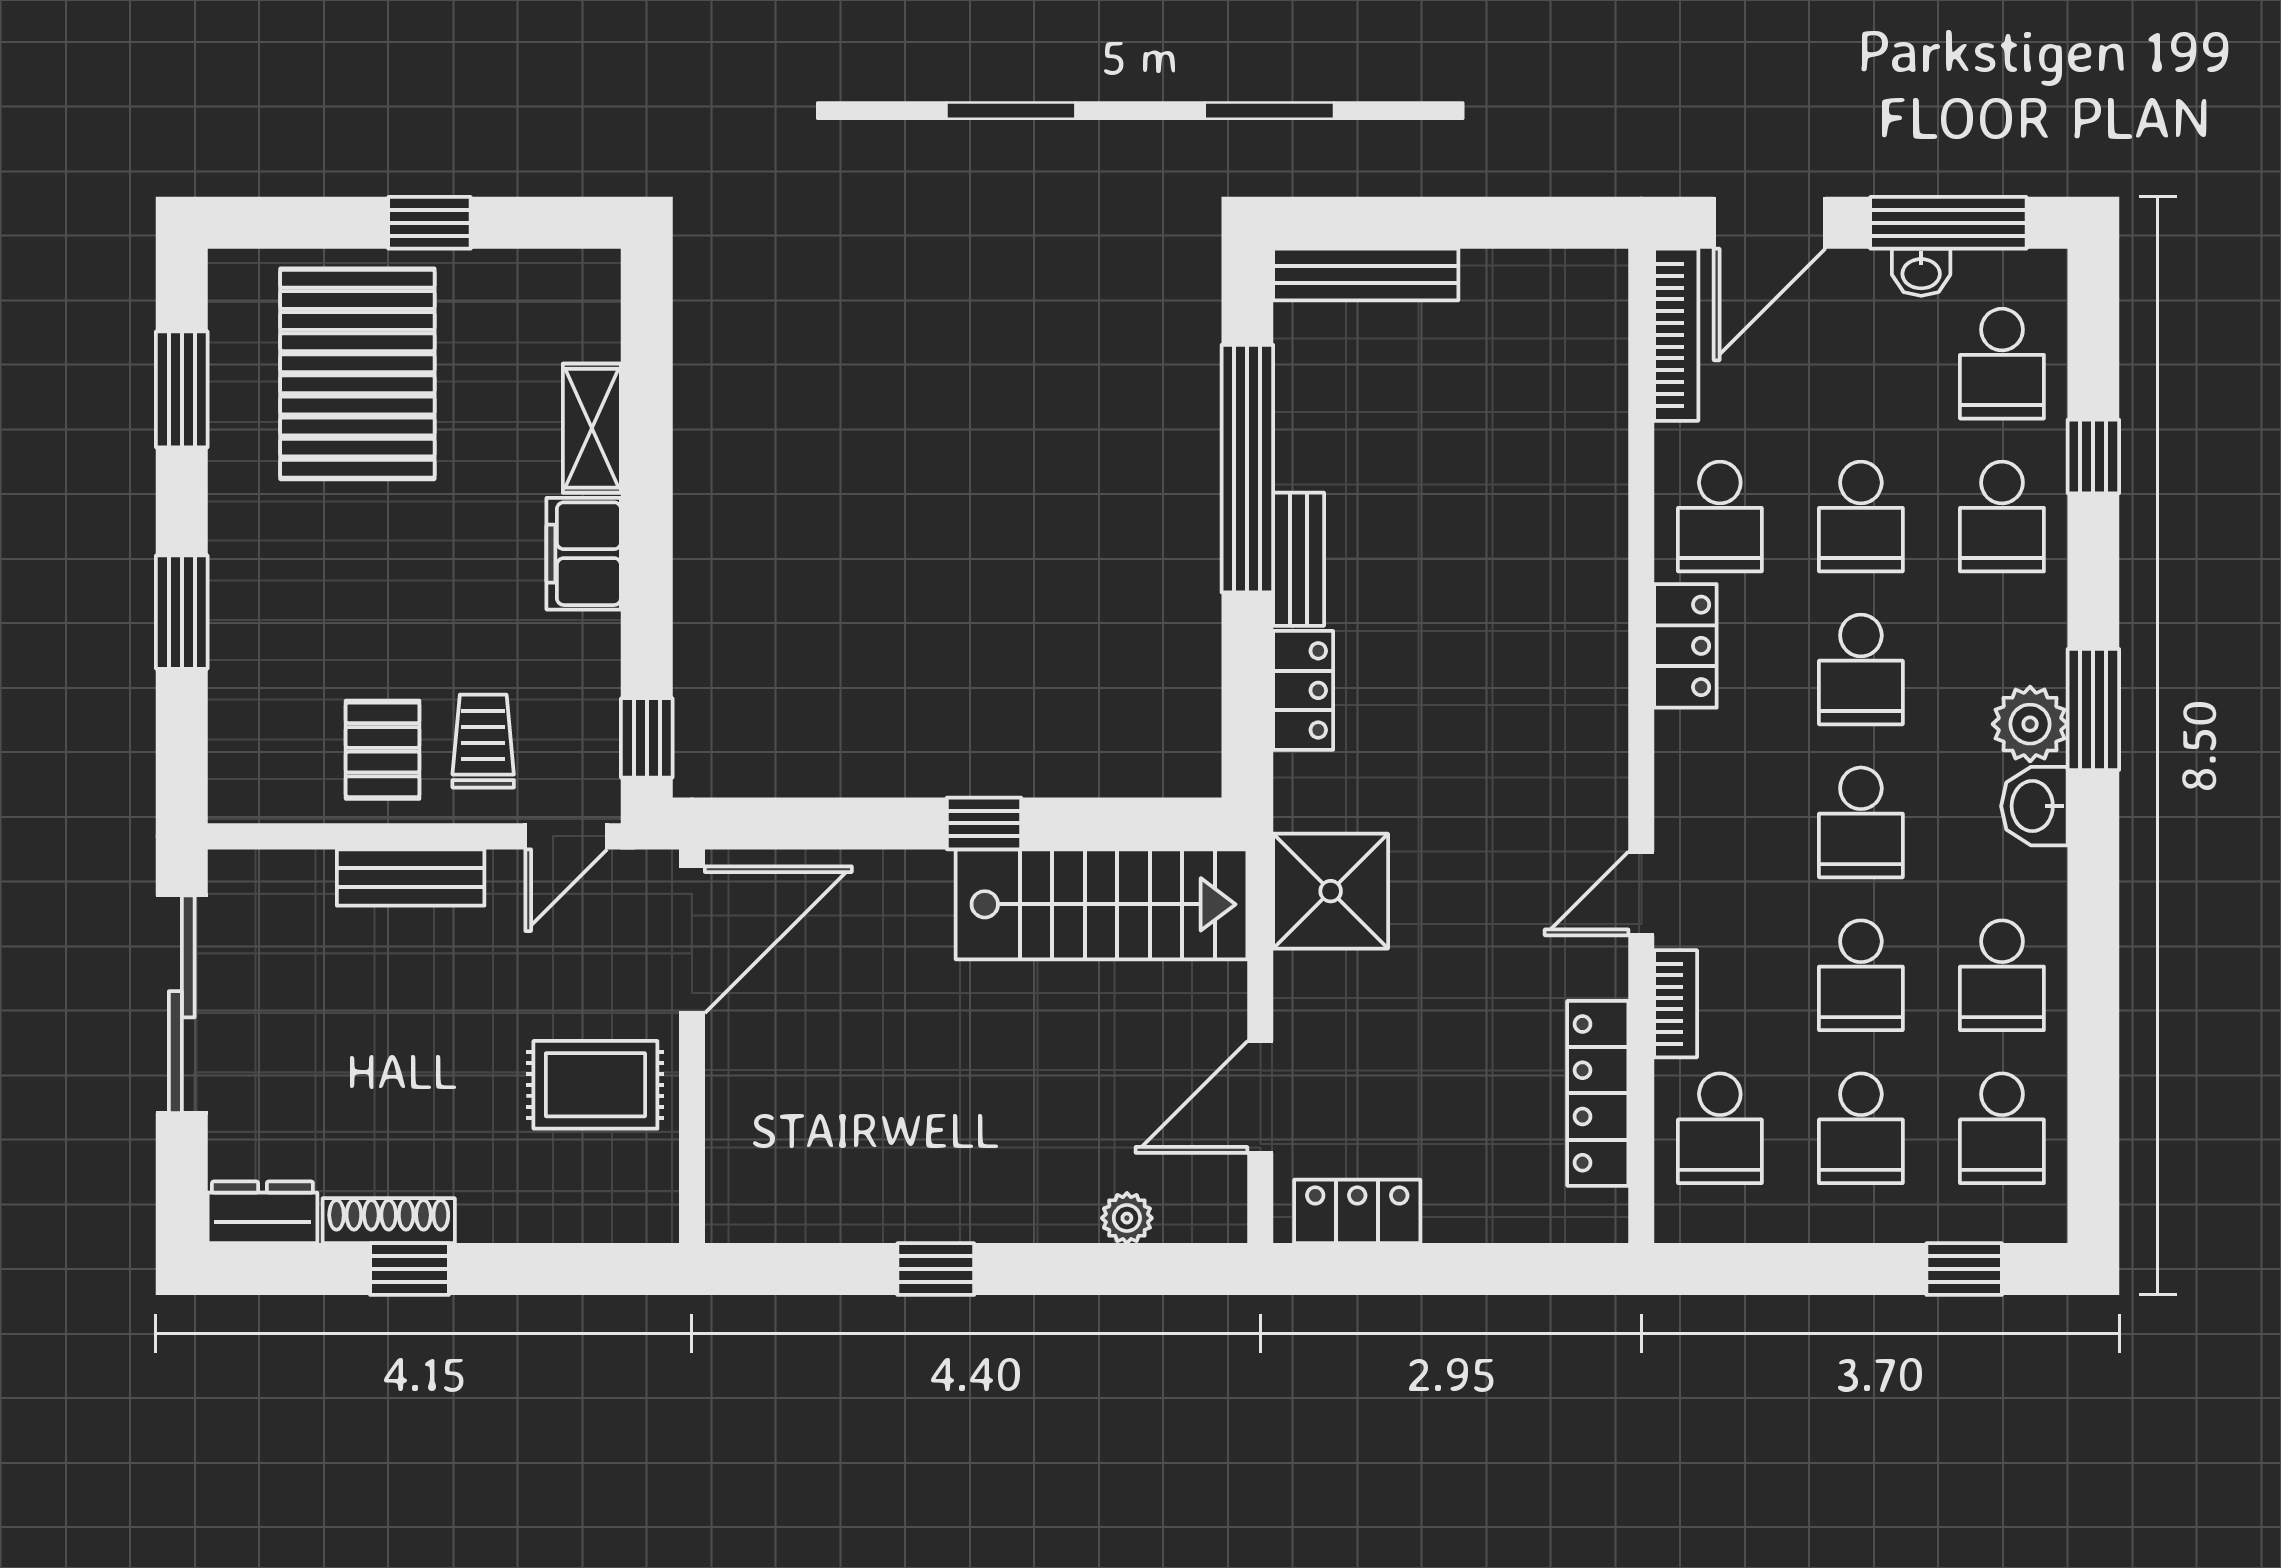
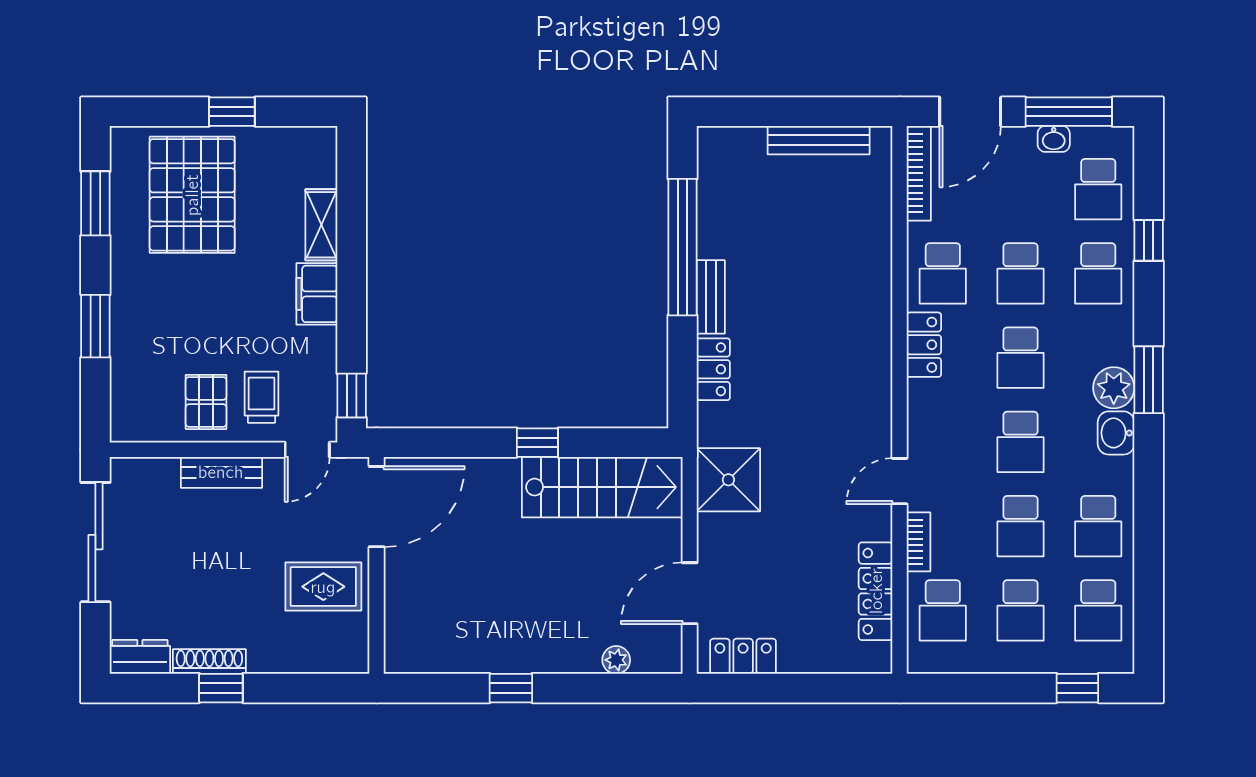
bench: (1366, 275) -> (819, 140), moved

